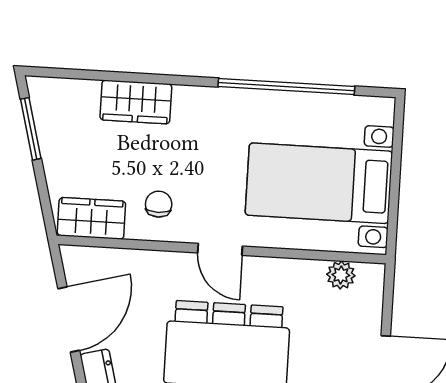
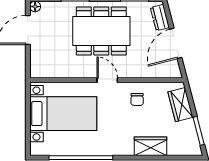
wardrobe: (91, 218) -> (180, 105), moved, turned 75
plant: (341, 275) -> (50, 72), removed

